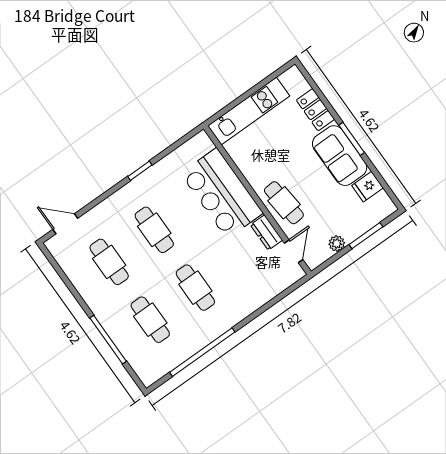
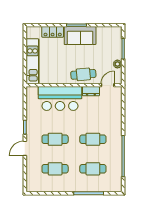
fridge: (368, 187) -> (102, 33), removed
door: (65, 224) -> (25, 148), moved
door: (294, 251) -> (108, 85), hinge flipped

